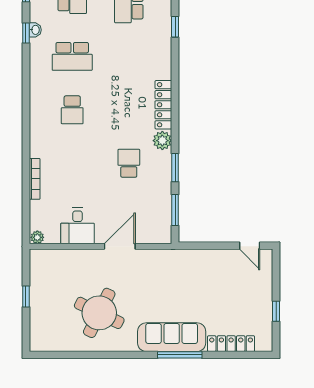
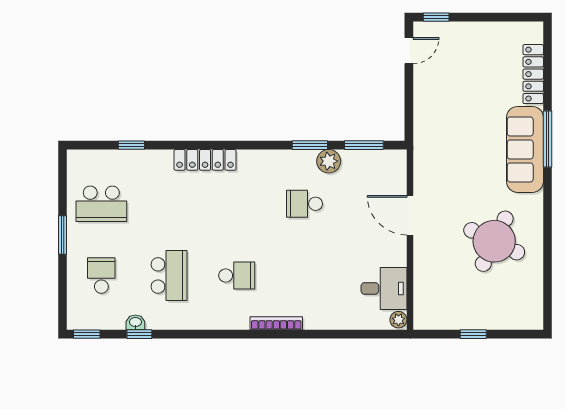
locker: (163, 105) -> (205, 160), moved
plant: (162, 141) -> (329, 161), moved
bookcase: (35, 179) -> (276, 323), moved
desk: (78, 226) -> (384, 288), moved
window: (276, 311) -> (436, 17), moved

